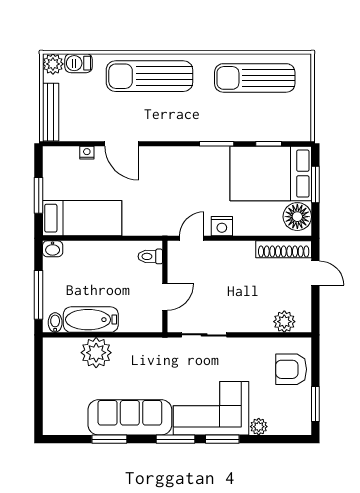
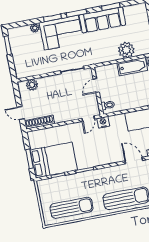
floor lamp: (297, 217) -> (36, 140), removed
nightstand: (222, 226) -> (103, 122), moved
armchair: (291, 369) -> (24, 61), removed

